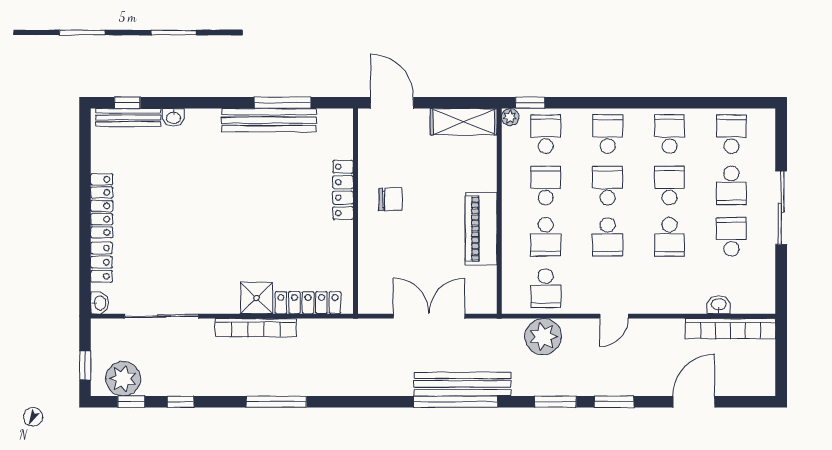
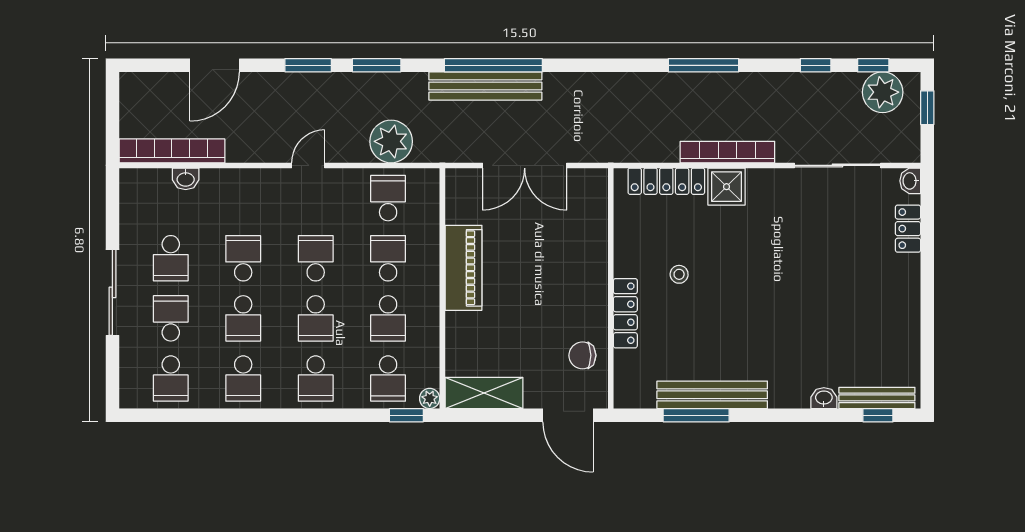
chair: (390, 199) -> (582, 355), moved
locker: (102, 206) -> (908, 295), removed
stool: (297, 223) -> (679, 274), added

